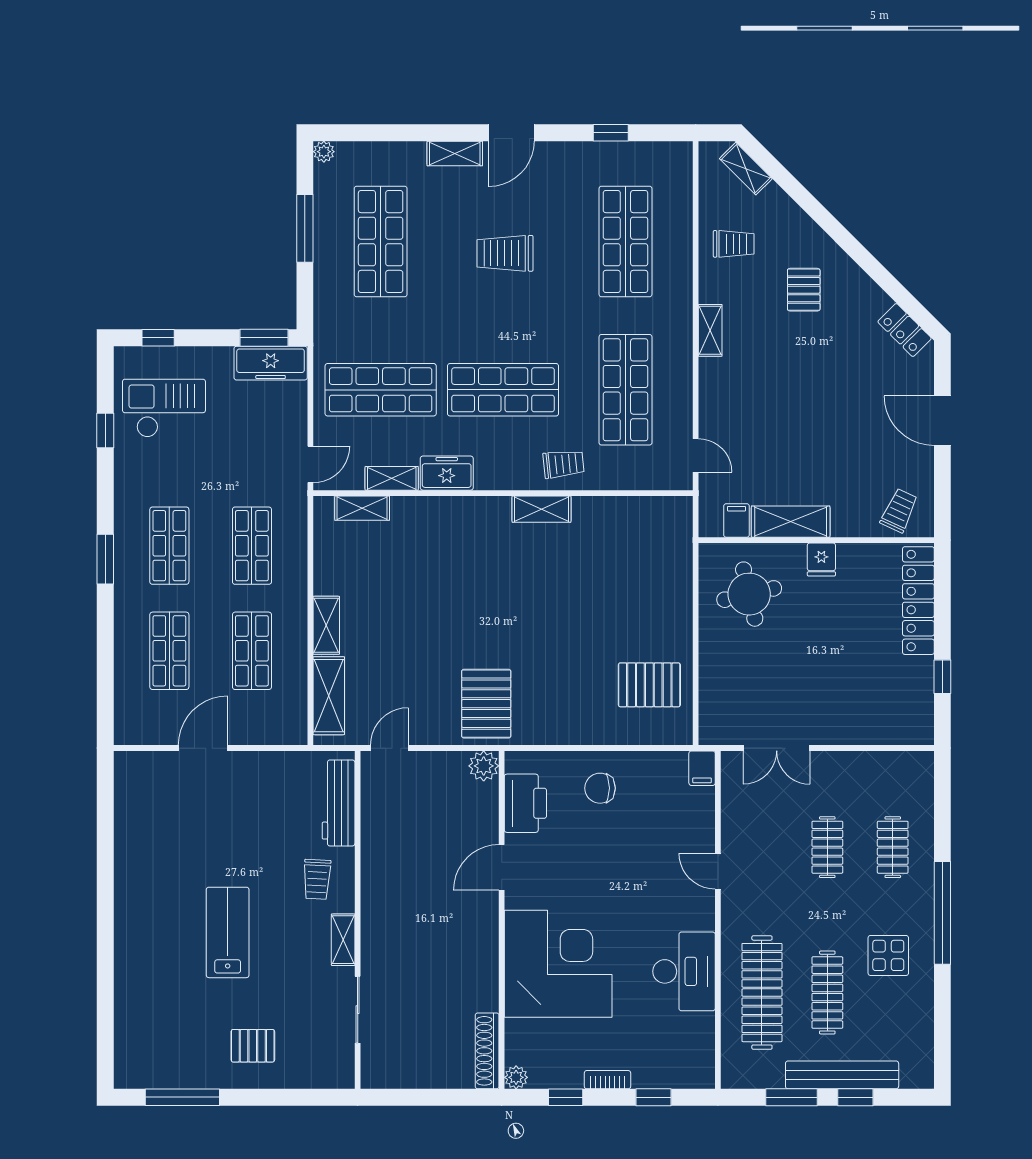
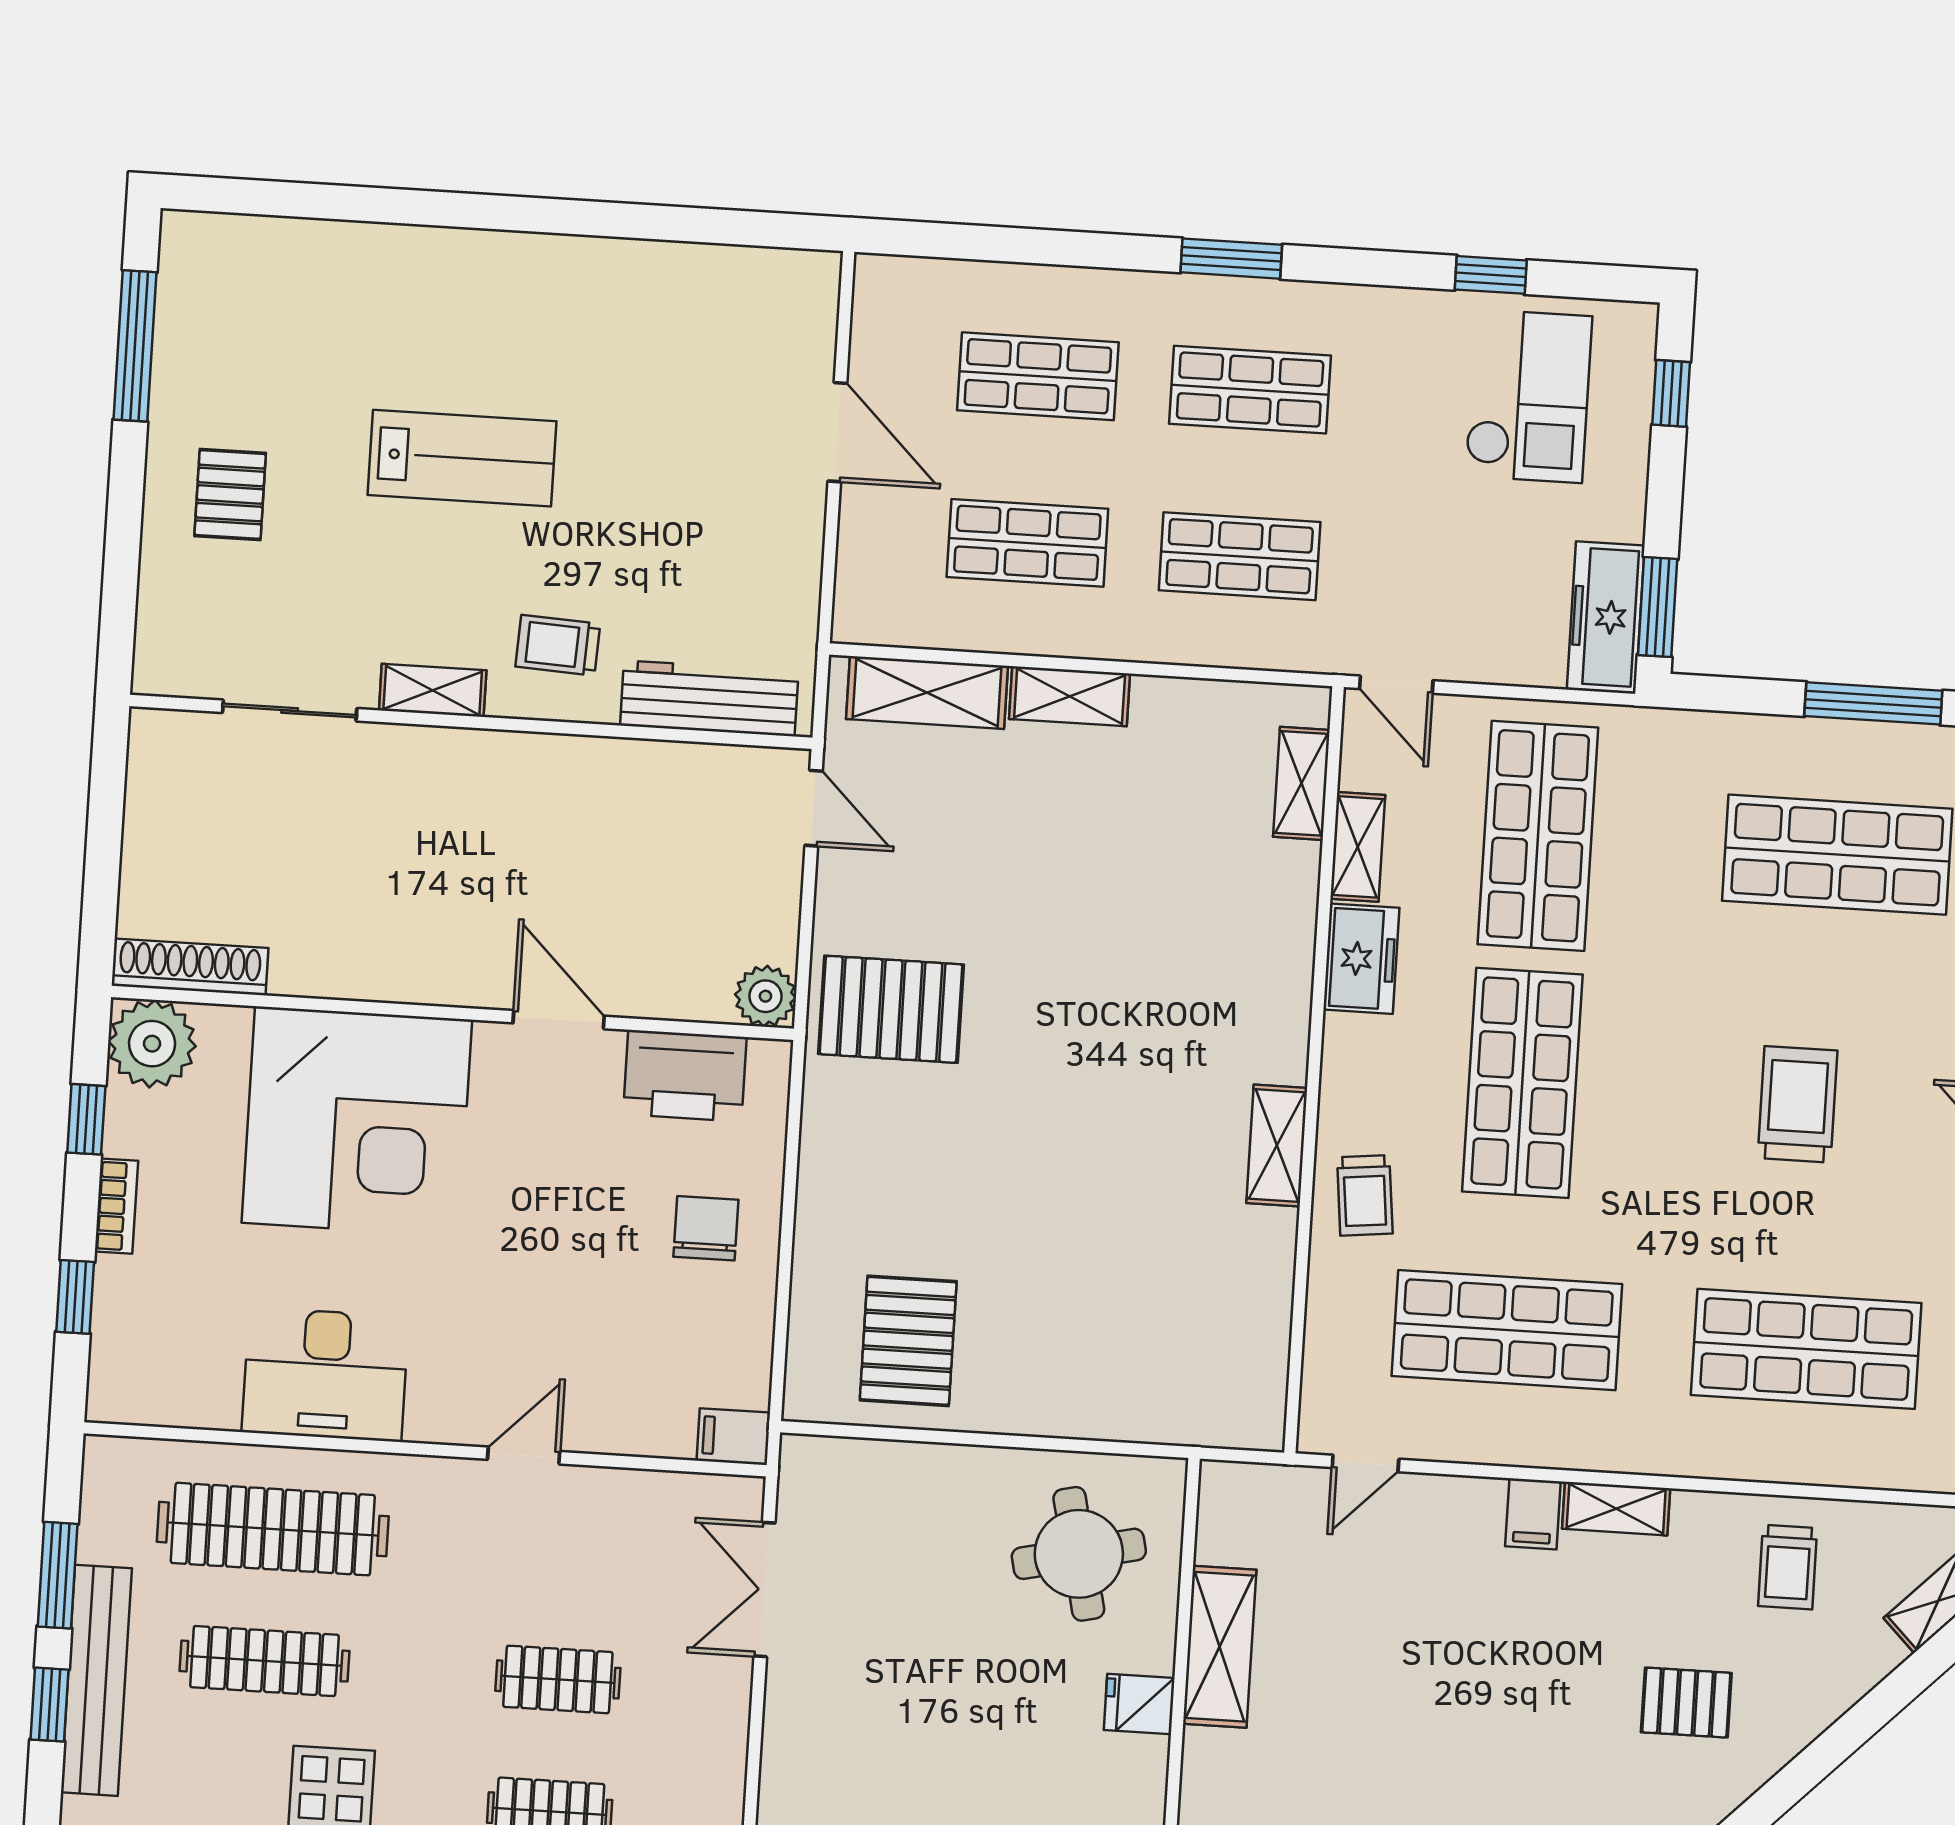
filing cabinet: (737, 520) -> (1533, 1514), moved, turned 90
plant: (516, 1077) -> (152, 1044), width x1.87, depth x1.87

